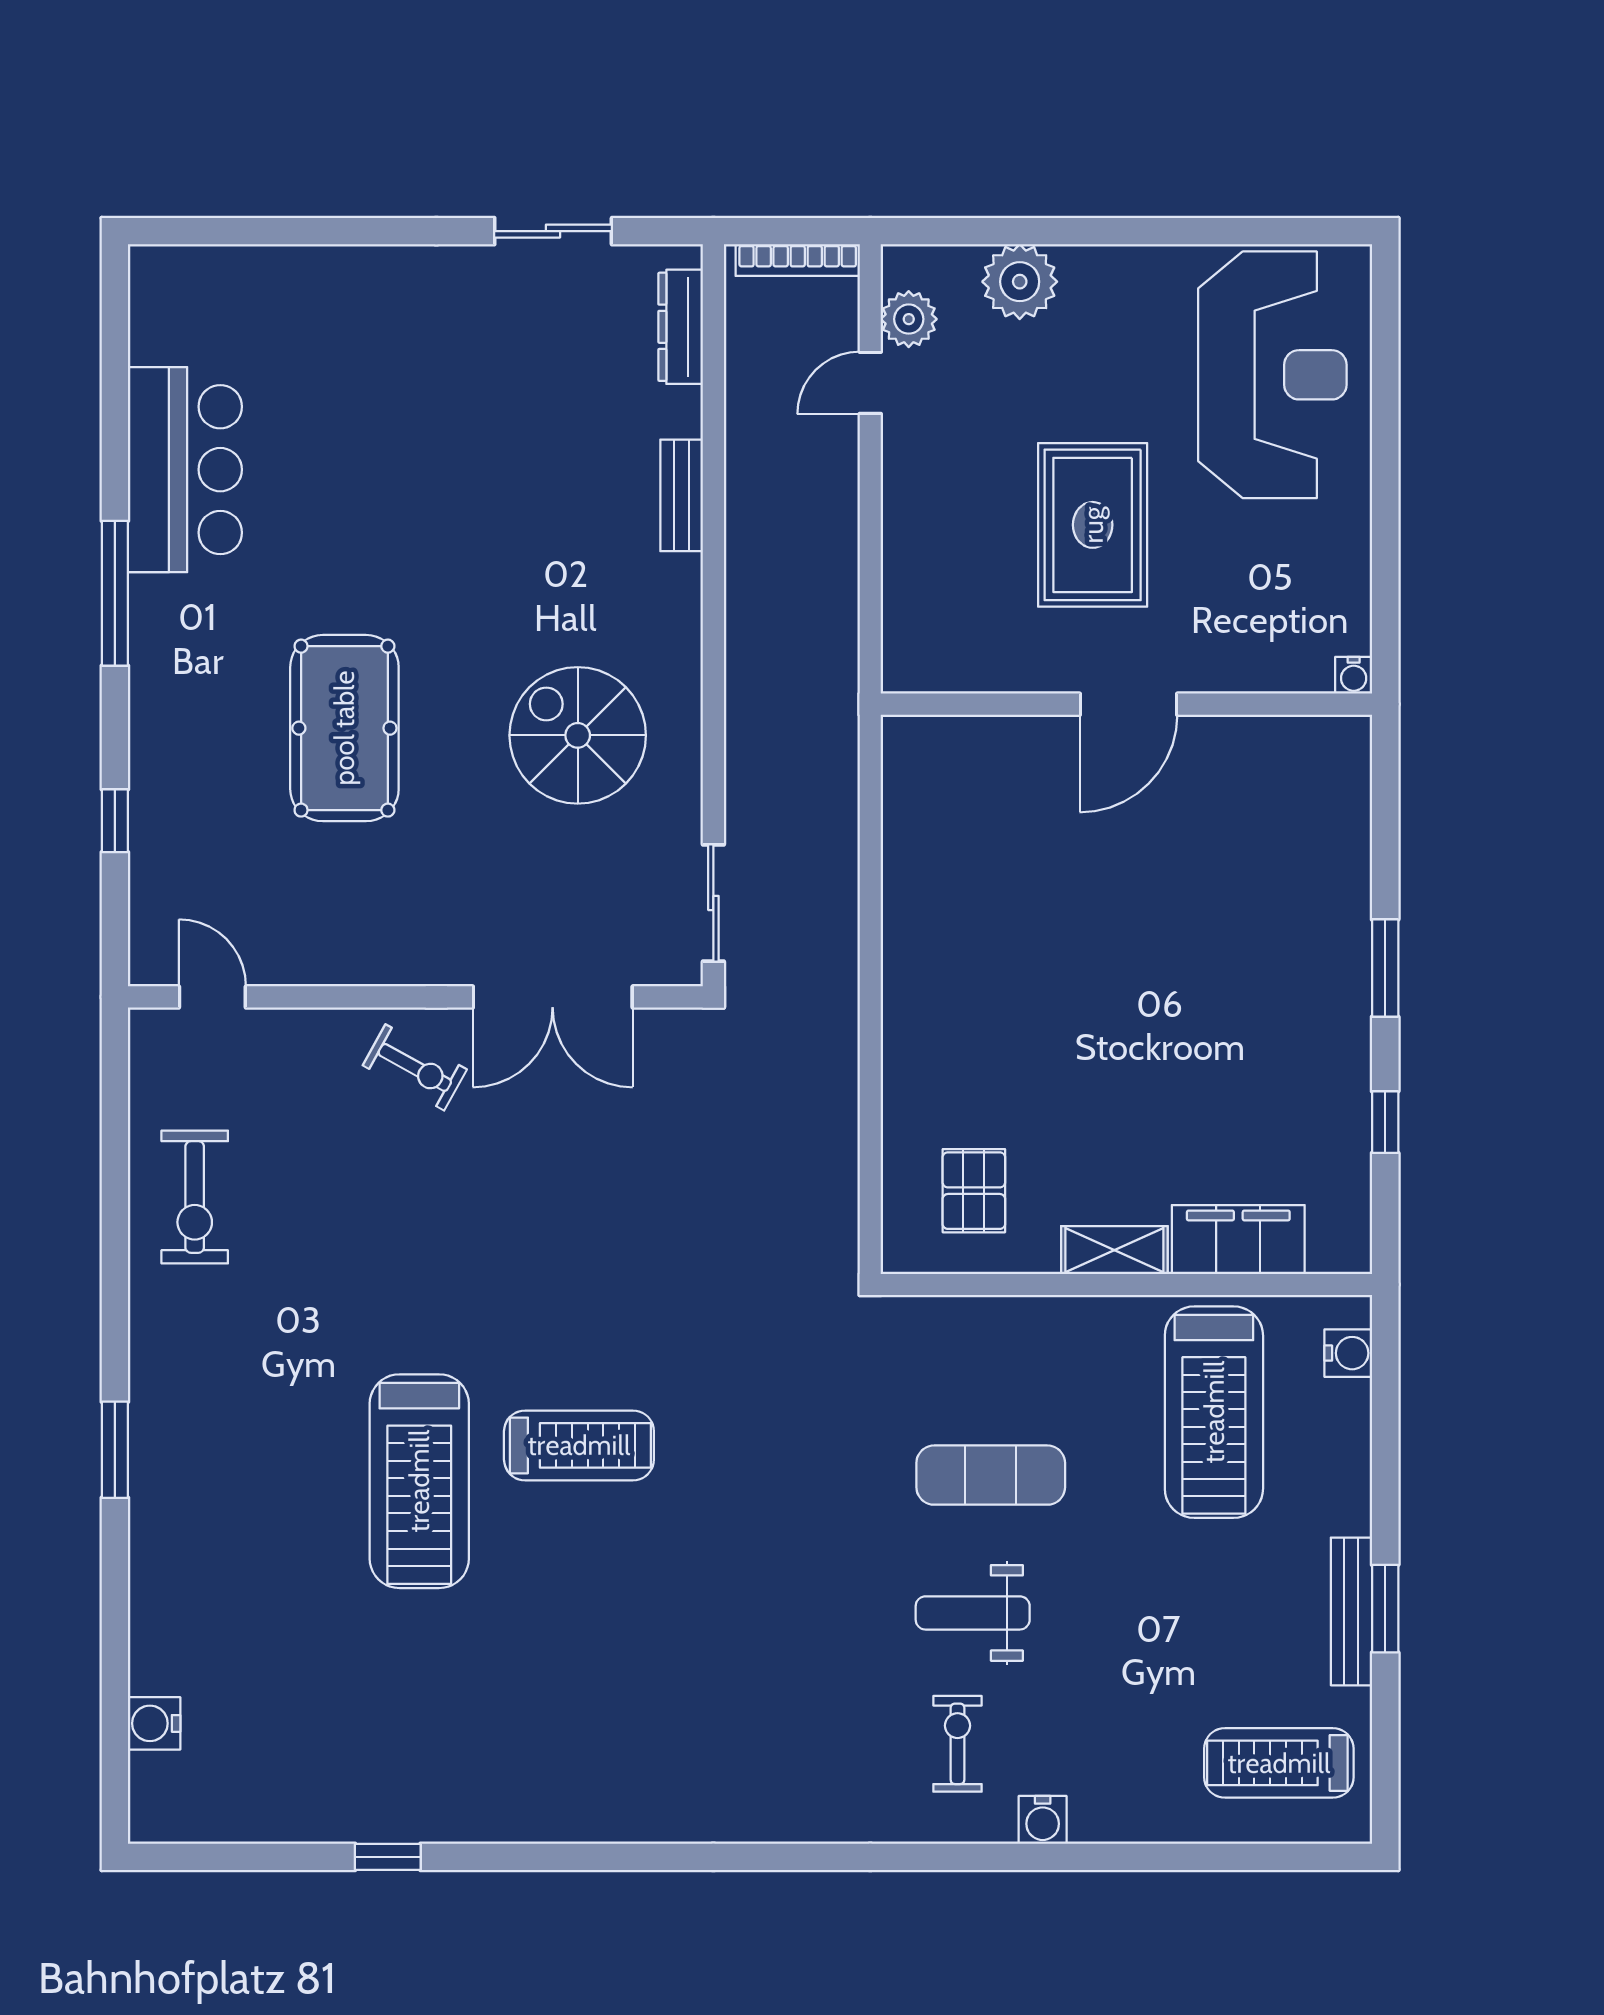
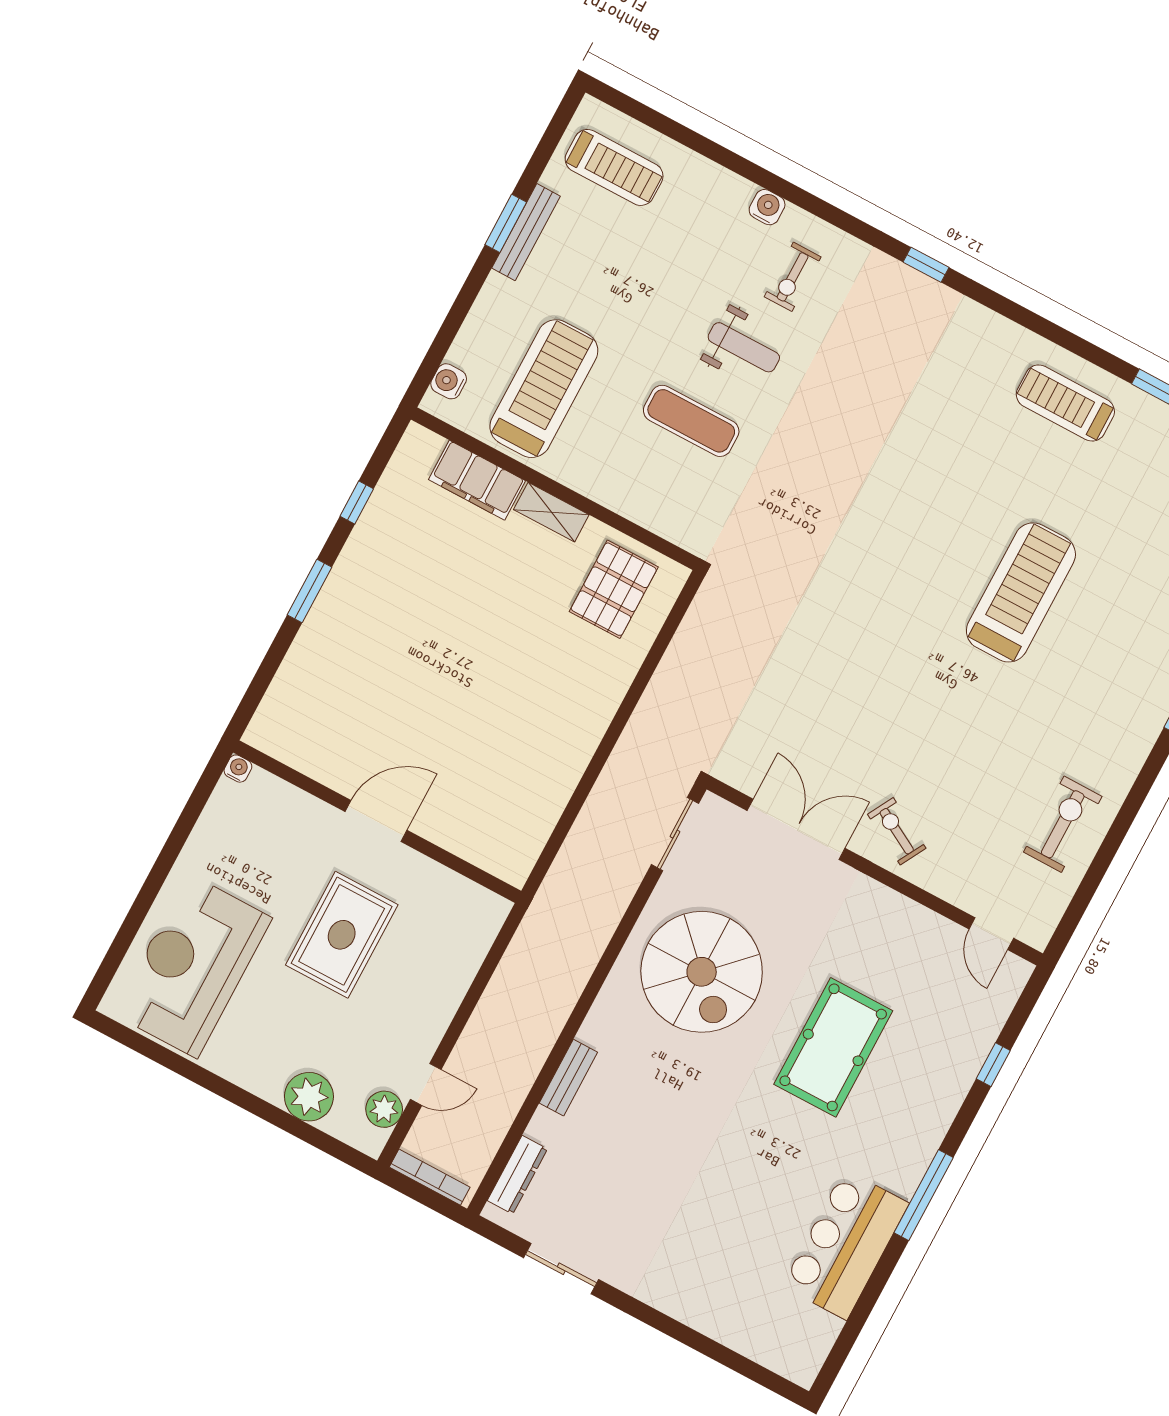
spiral stairs: (578, 735) -> (702, 972), width x1.37, depth x1.37
pallet: (974, 1191) -> (614, 589), width x1.50, depth x1.42
treadmill: (579, 1445) -> (1065, 403), moved
window: (785, 1857) -> (926, 265), added

